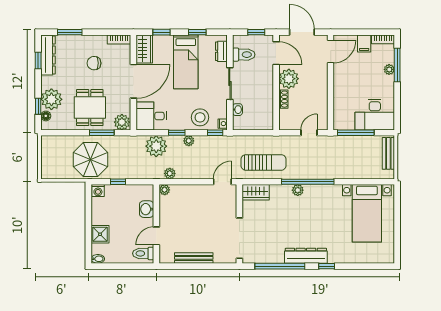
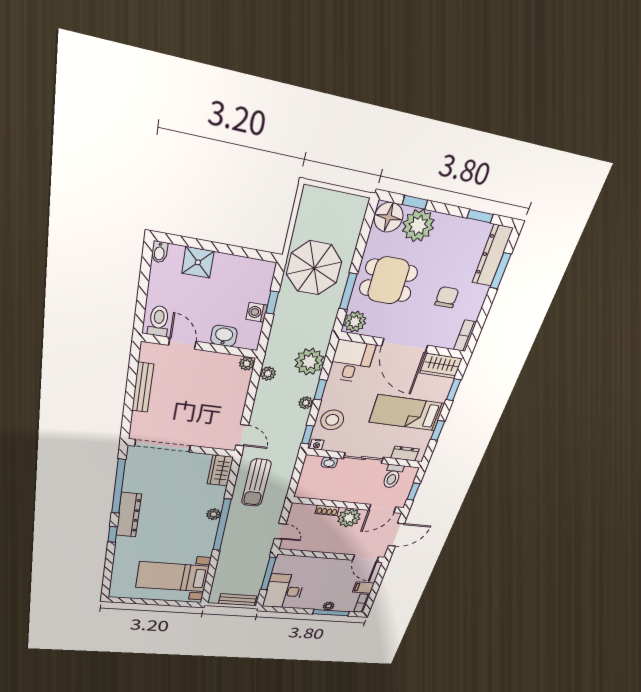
dresser: (48, 55) -> (492, 256), moved, turned 90
floor lamp: (46, 116) -> (389, 217), width x1.89, depth x1.89
washing machine: (98, 191) -> (257, 312), moved

